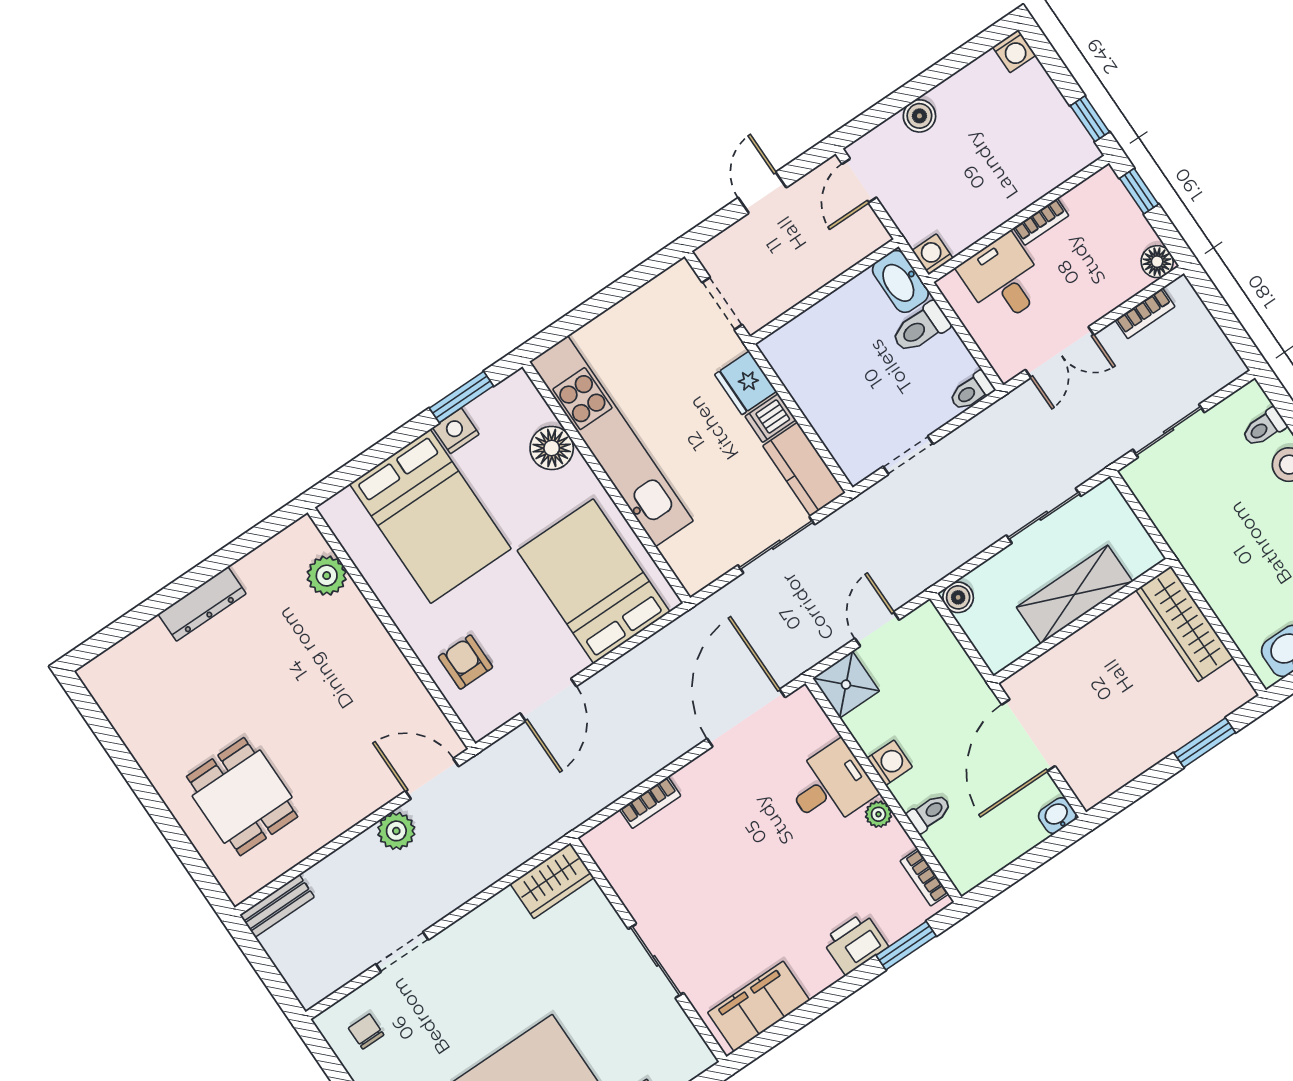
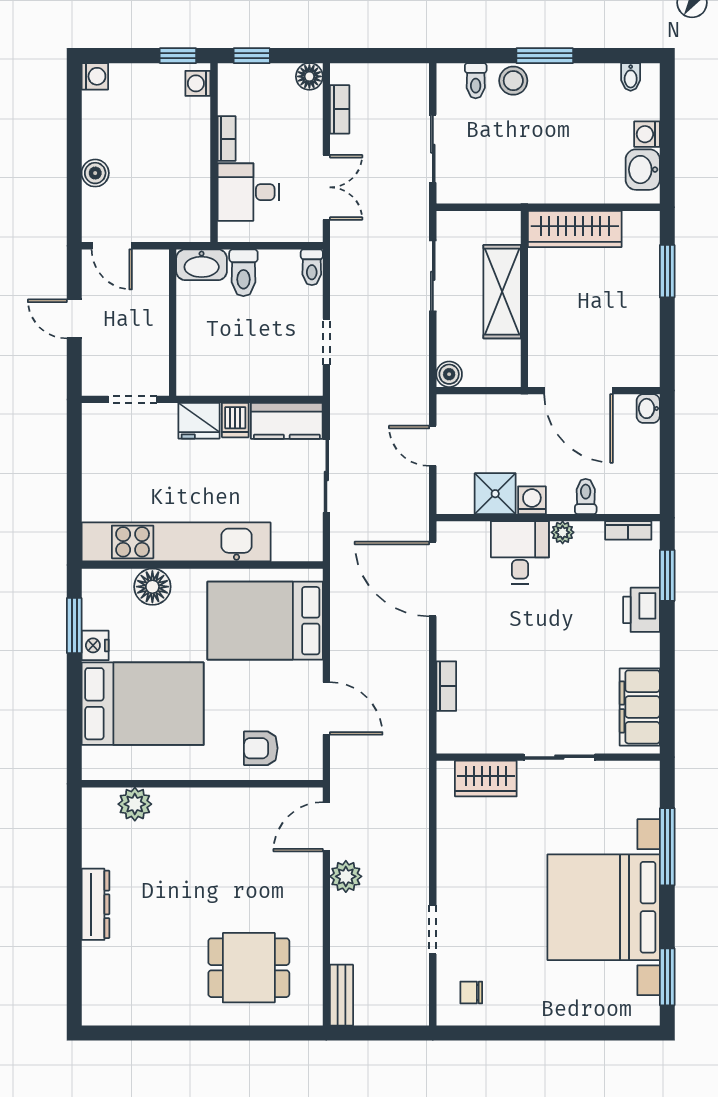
washing machine: (932, 254) -> (198, 83), moved
shower: (846, 685) -> (495, 494), moved
wardrobe: (552, 881) -> (486, 779), moved, turned 90

